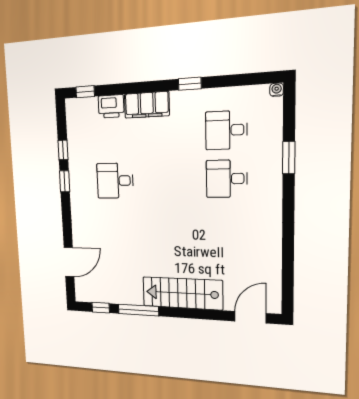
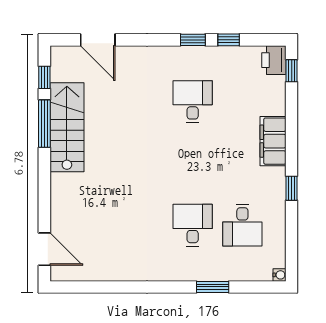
printer: (111, 106) -> (274, 60), moved
desk: (226, 130) -> (242, 225), turned 180
stairs: (182, 293) -> (67, 127), moved

